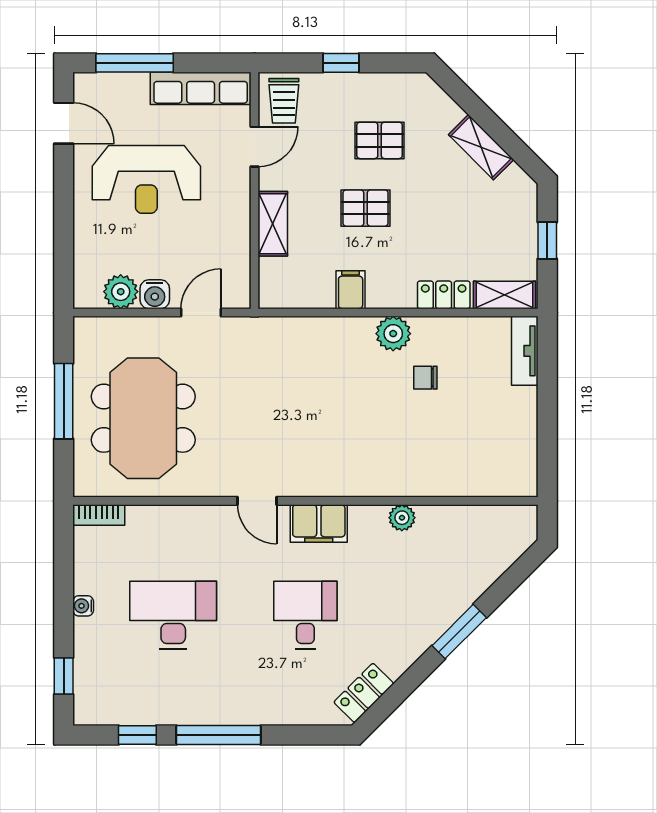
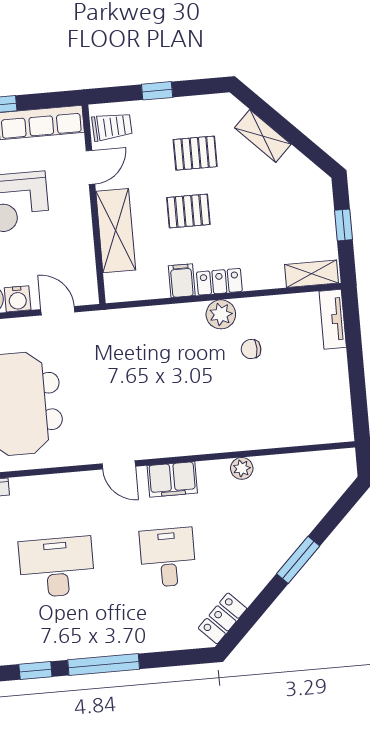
trolley: (284, 101) -> (112, 127), turned -93
shelving: (481, 147) -> (263, 136), moved
shelving: (273, 224) -> (116, 231), width x1.50, depth x1.33
locker: (444, 295) -> (219, 282), moved
door: (201, 312) -> (58, 311), hinge flipped

